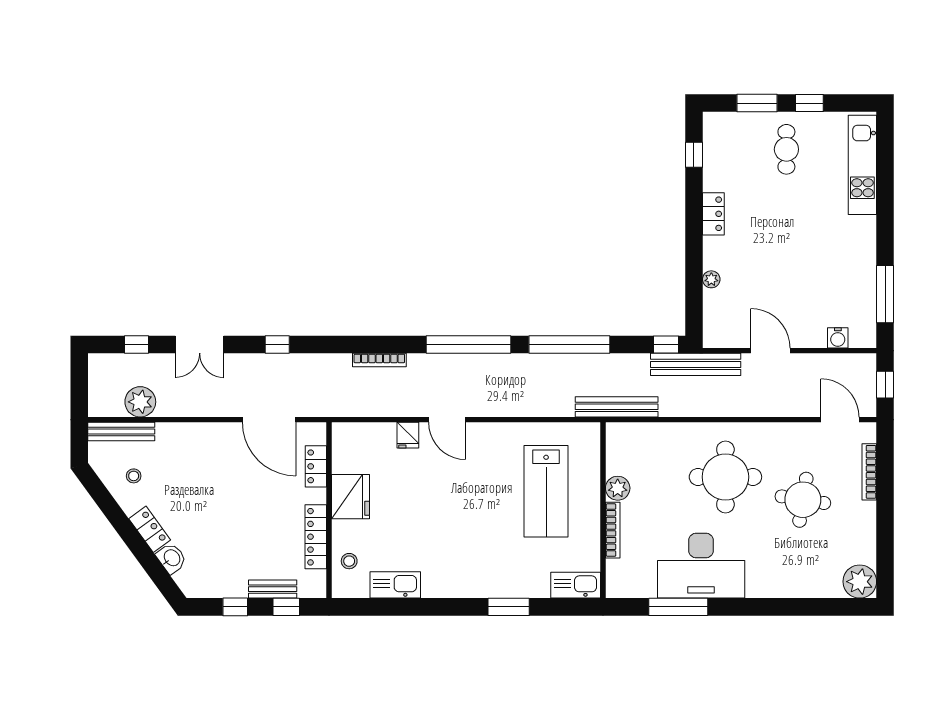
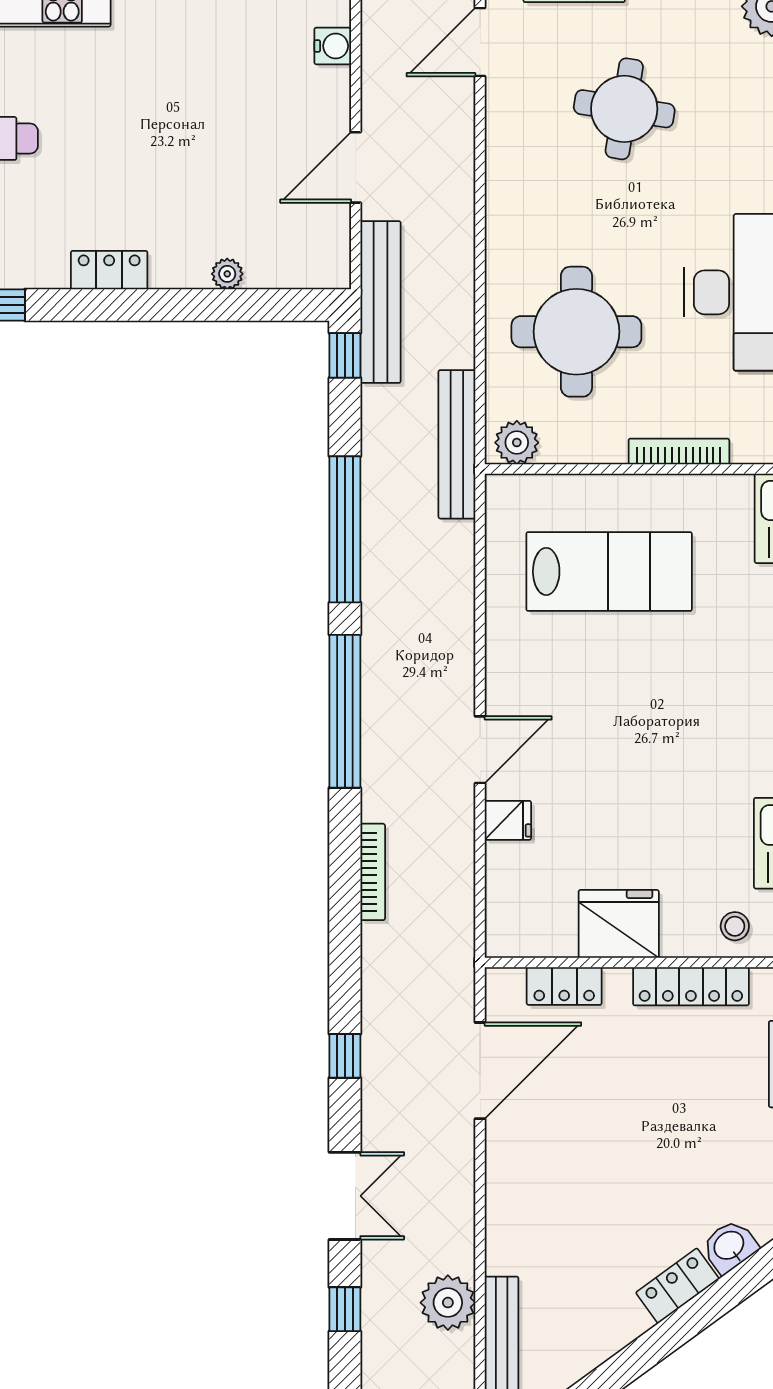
stool: (134, 476) -> (581, 1315), removed
round table: (725, 477) -> (576, 332), moved
plant: (618, 488) -> (517, 443), moved

